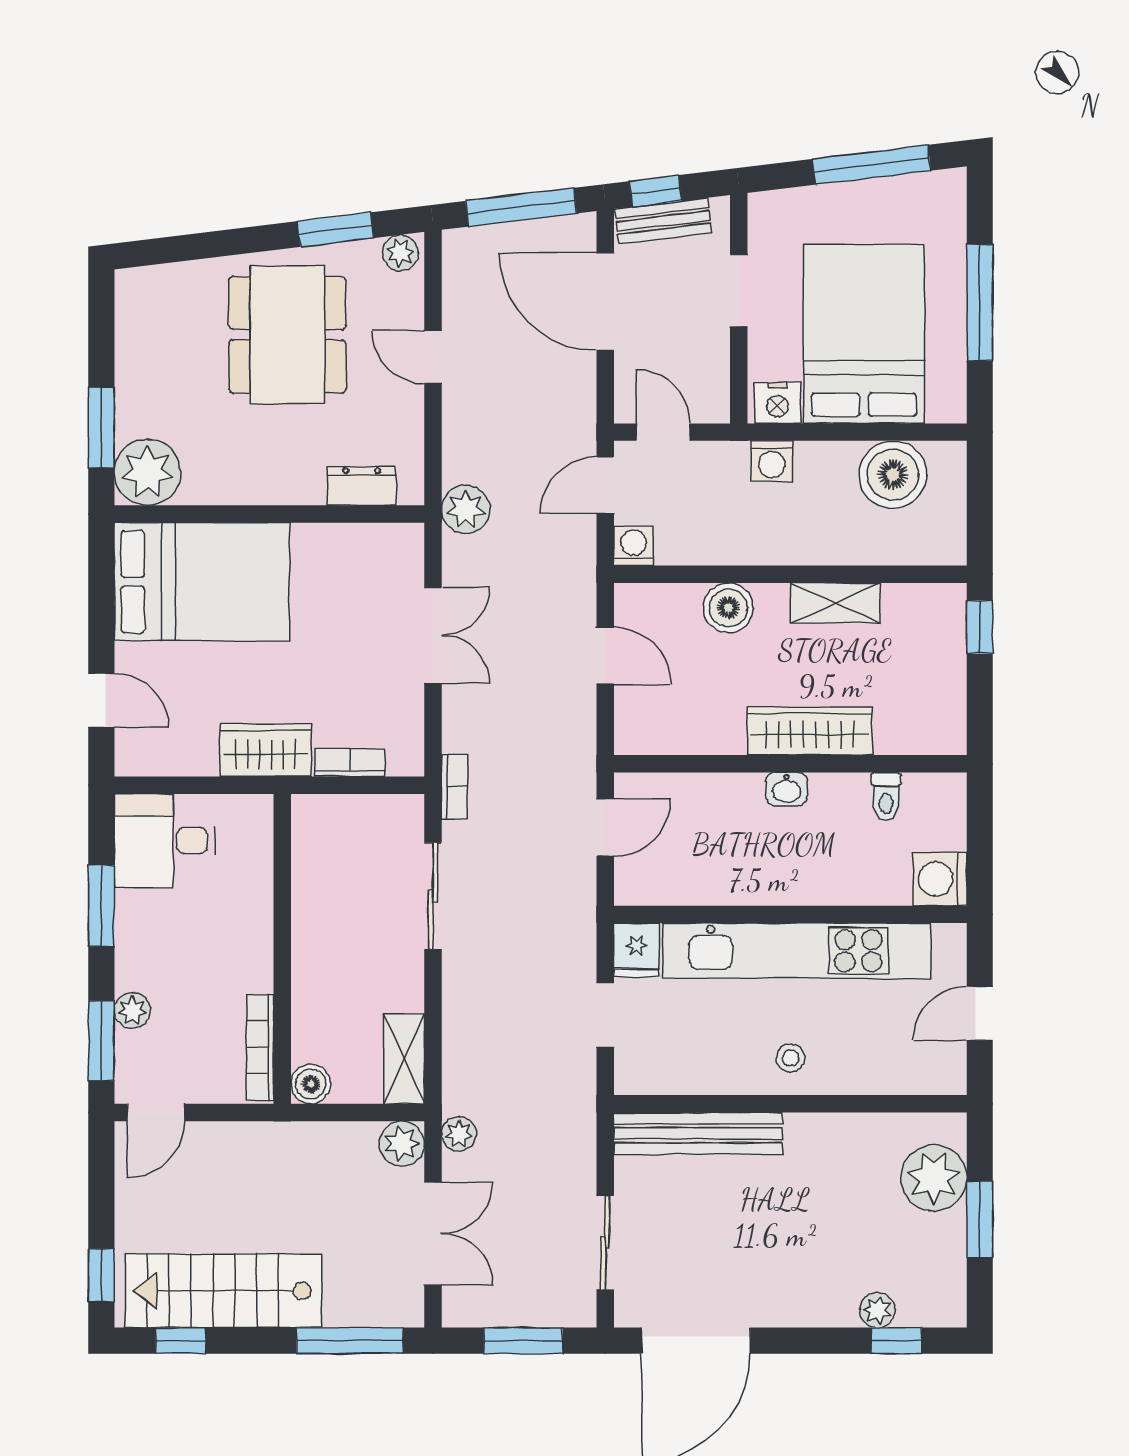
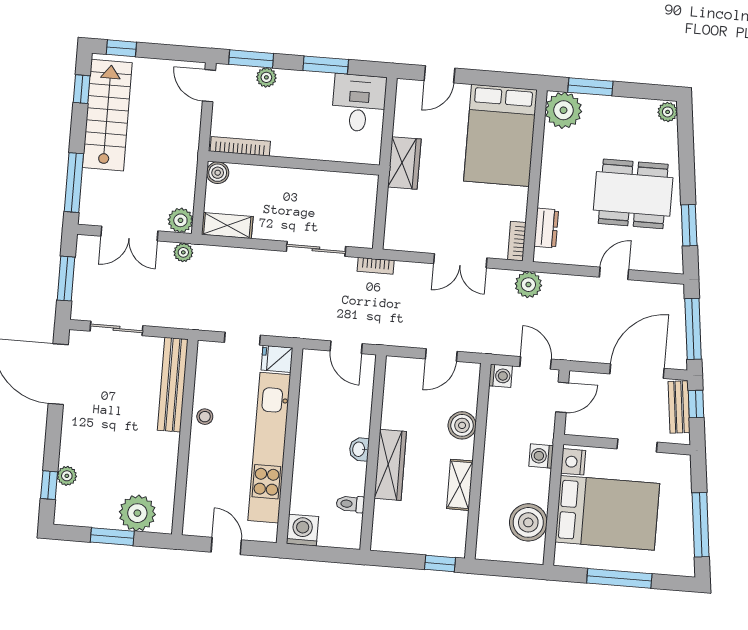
plant: (400, 253) -> (668, 112), moved
bookcase: (350, 763) -> (517, 241), moved, turned 180
stool: (790, 1058) -> (205, 417), moved

